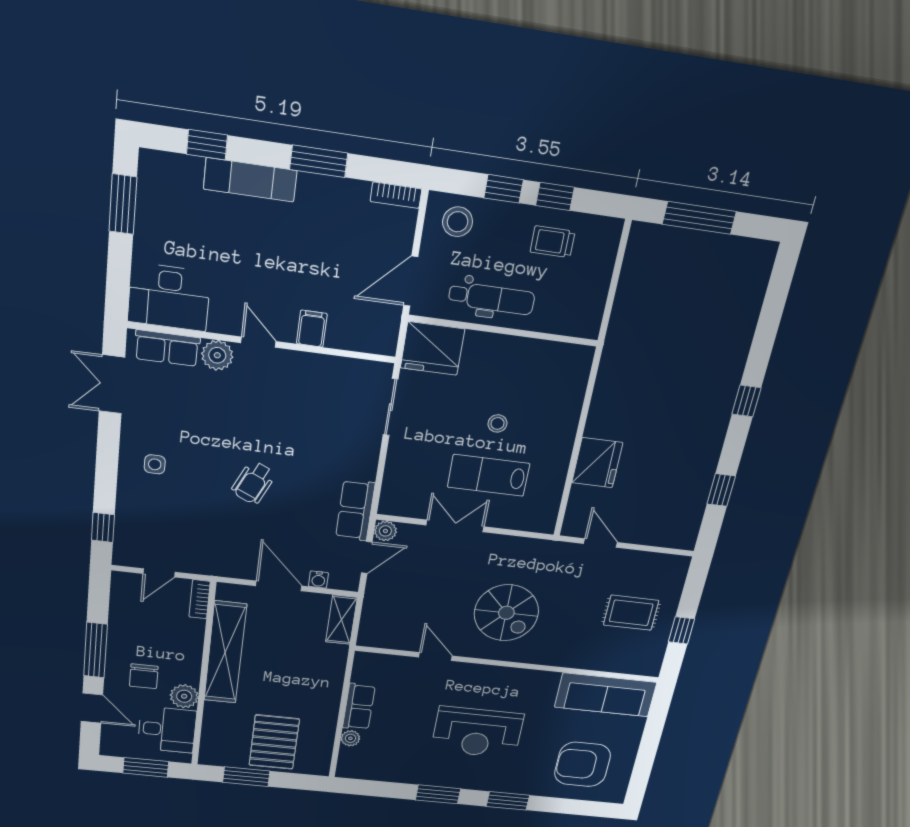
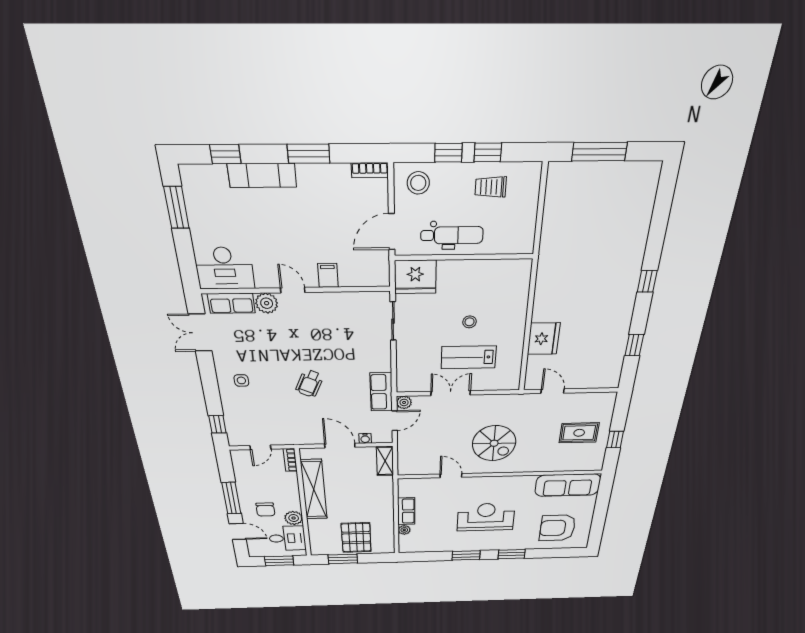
reception desk: (477, 732) -> (486, 517), turned 180

